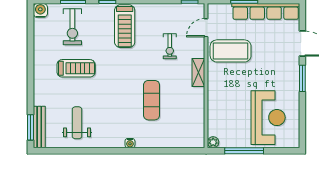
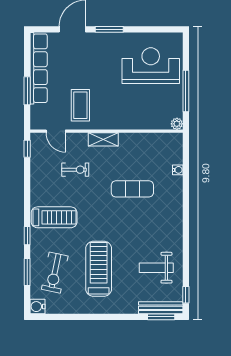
exercise bike: (72, 27) -> (55, 273), turned 102
coffee table: (231, 51) -> (80, 105), width x0.73, depth x0.76
treadmill: (76, 68) -> (99, 269), width x1.37, depth x1.38
water cooler: (130, 143) -> (178, 170), moved
window: (51, 151) -> (186, 295), added

